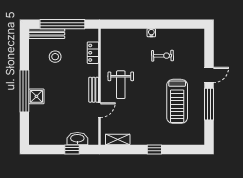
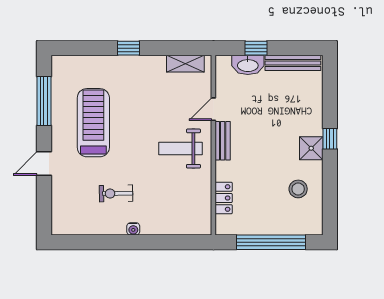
bench: (47, 34) -> (293, 63), moved
stool: (55, 57) -> (298, 189), moved
weight bench: (121, 85) -> (181, 149), turned -90
window: (24, 91) -> (330, 139), width x0.32
shower: (36, 96) -> (311, 148), moved
window: (209, 104) -> (44, 101), moved

